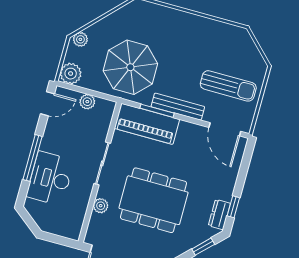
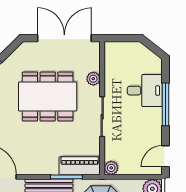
plant: (87, 102) -> (111, 168), moved
piano: (147, 124) -> (80, 166), width x0.73, depth x0.75
desk: (50, 178) -> (145, 91), width x0.73

